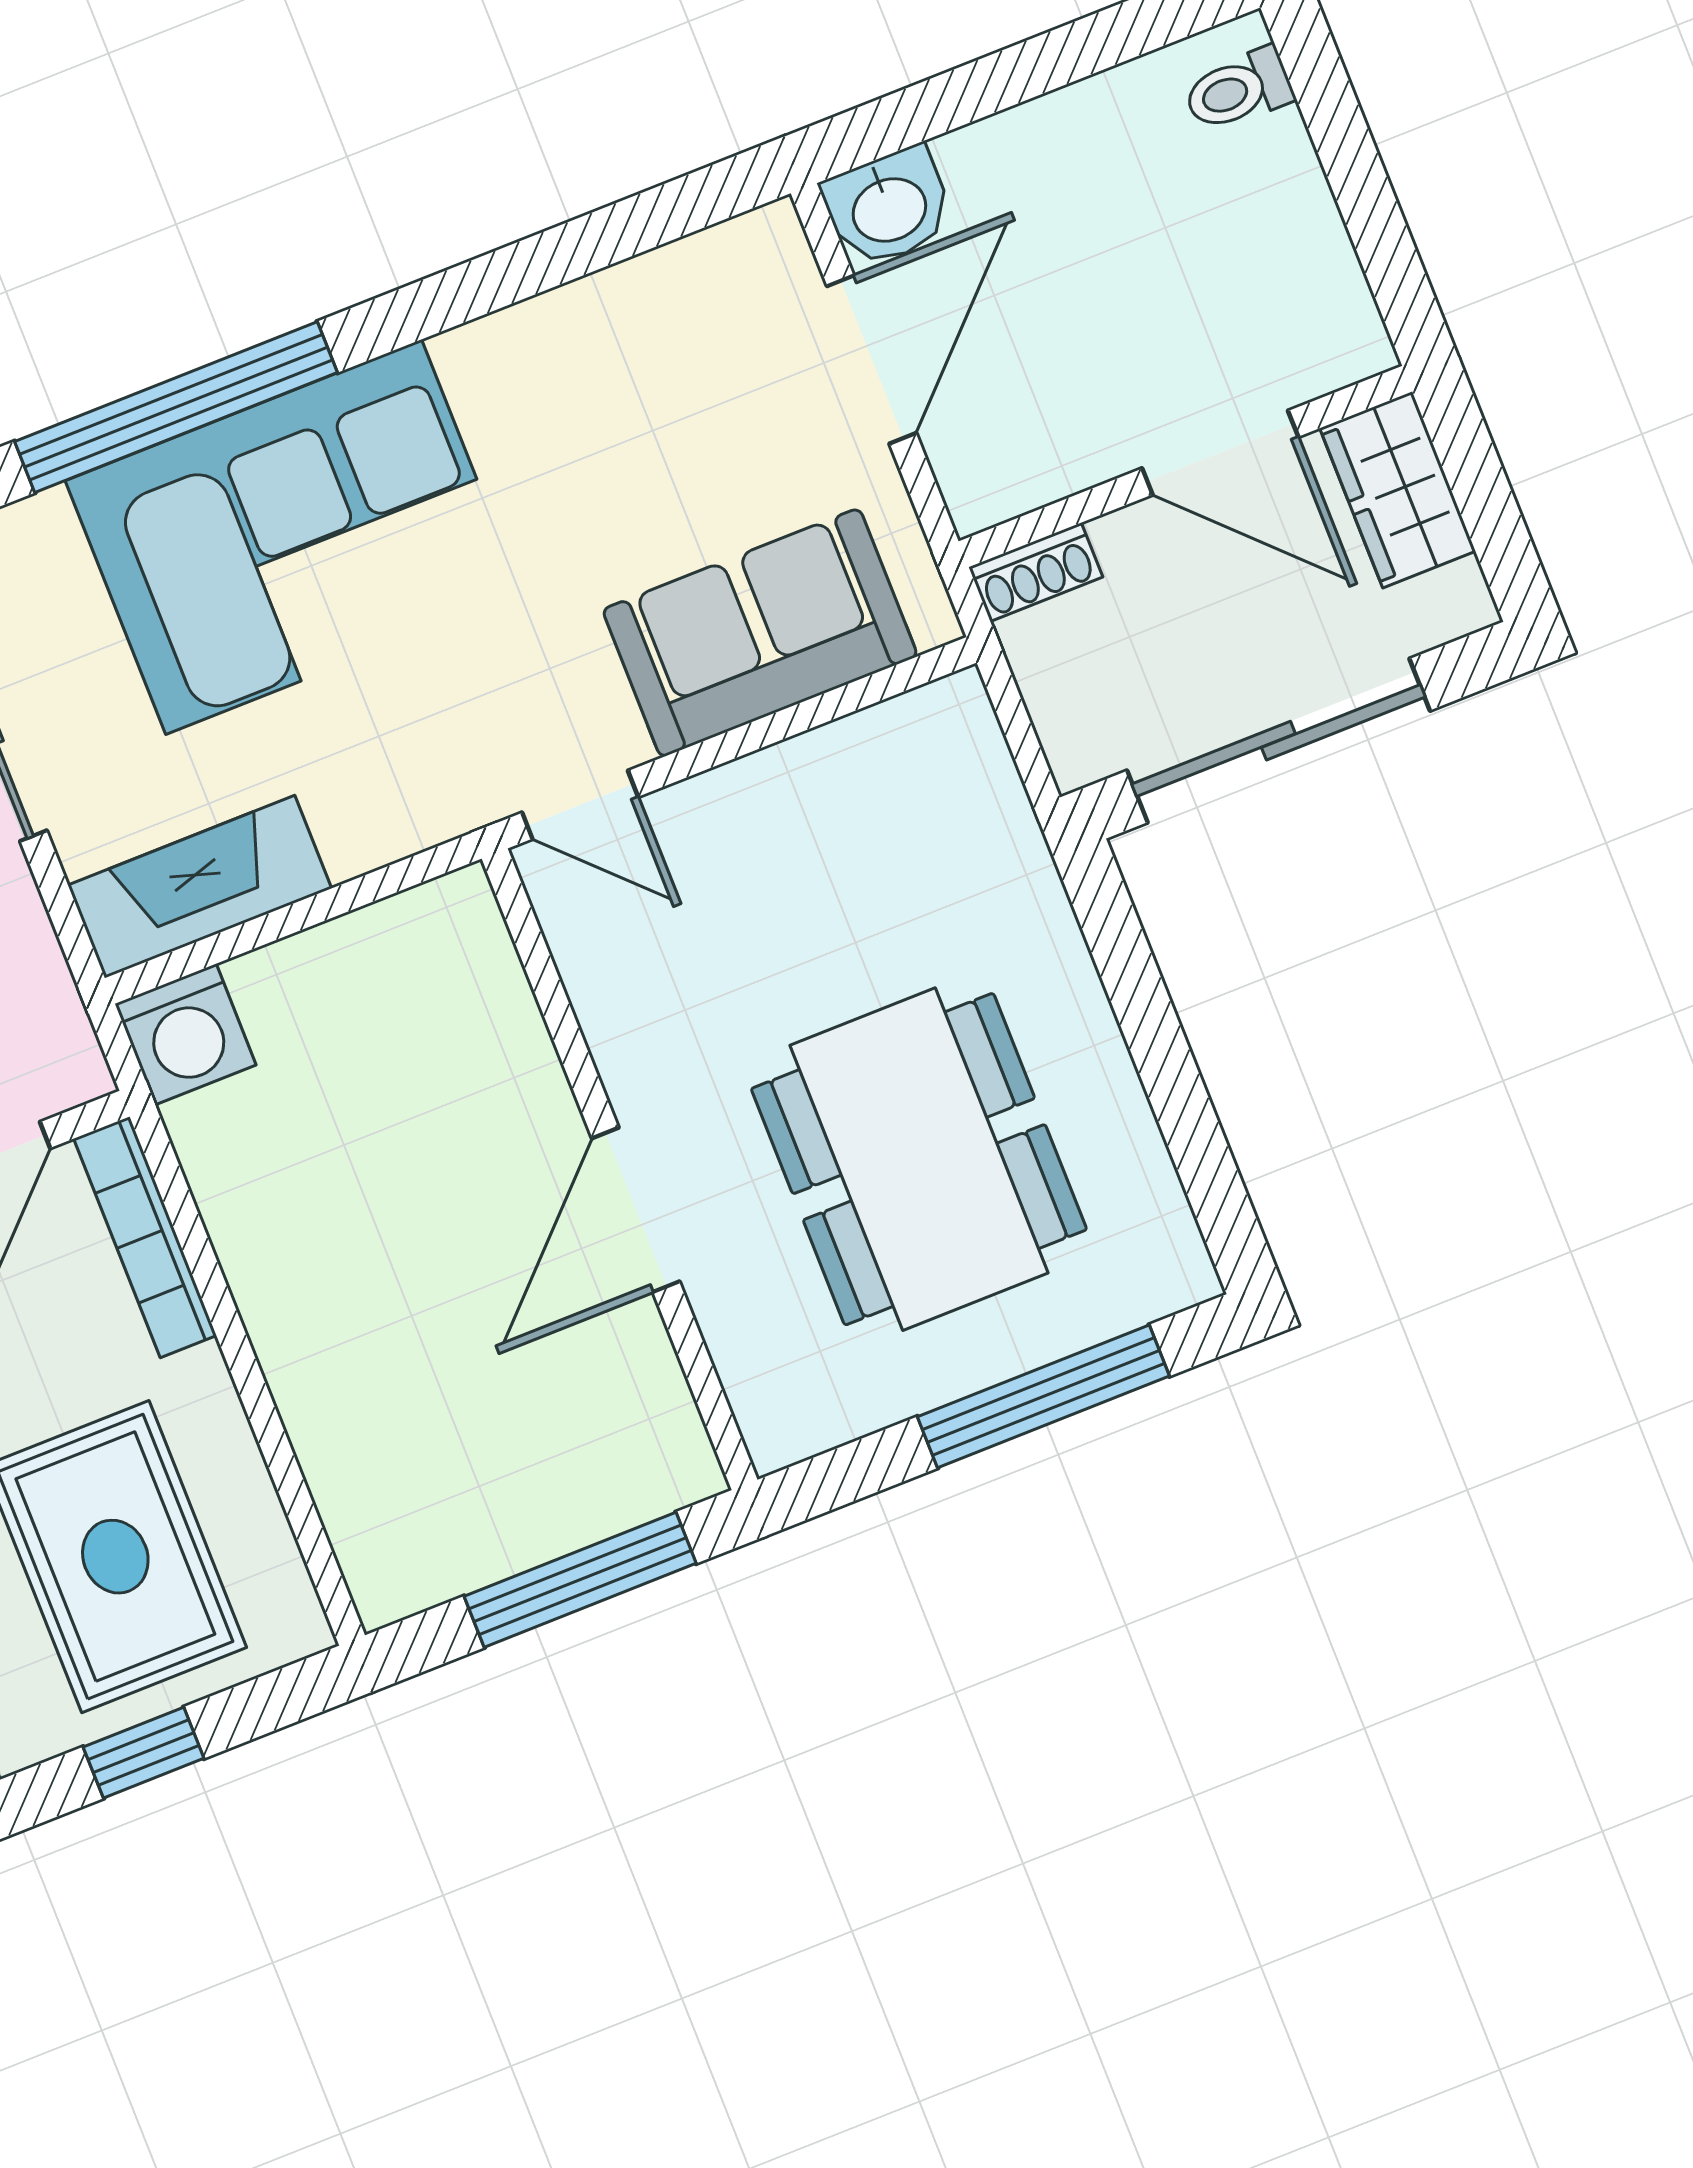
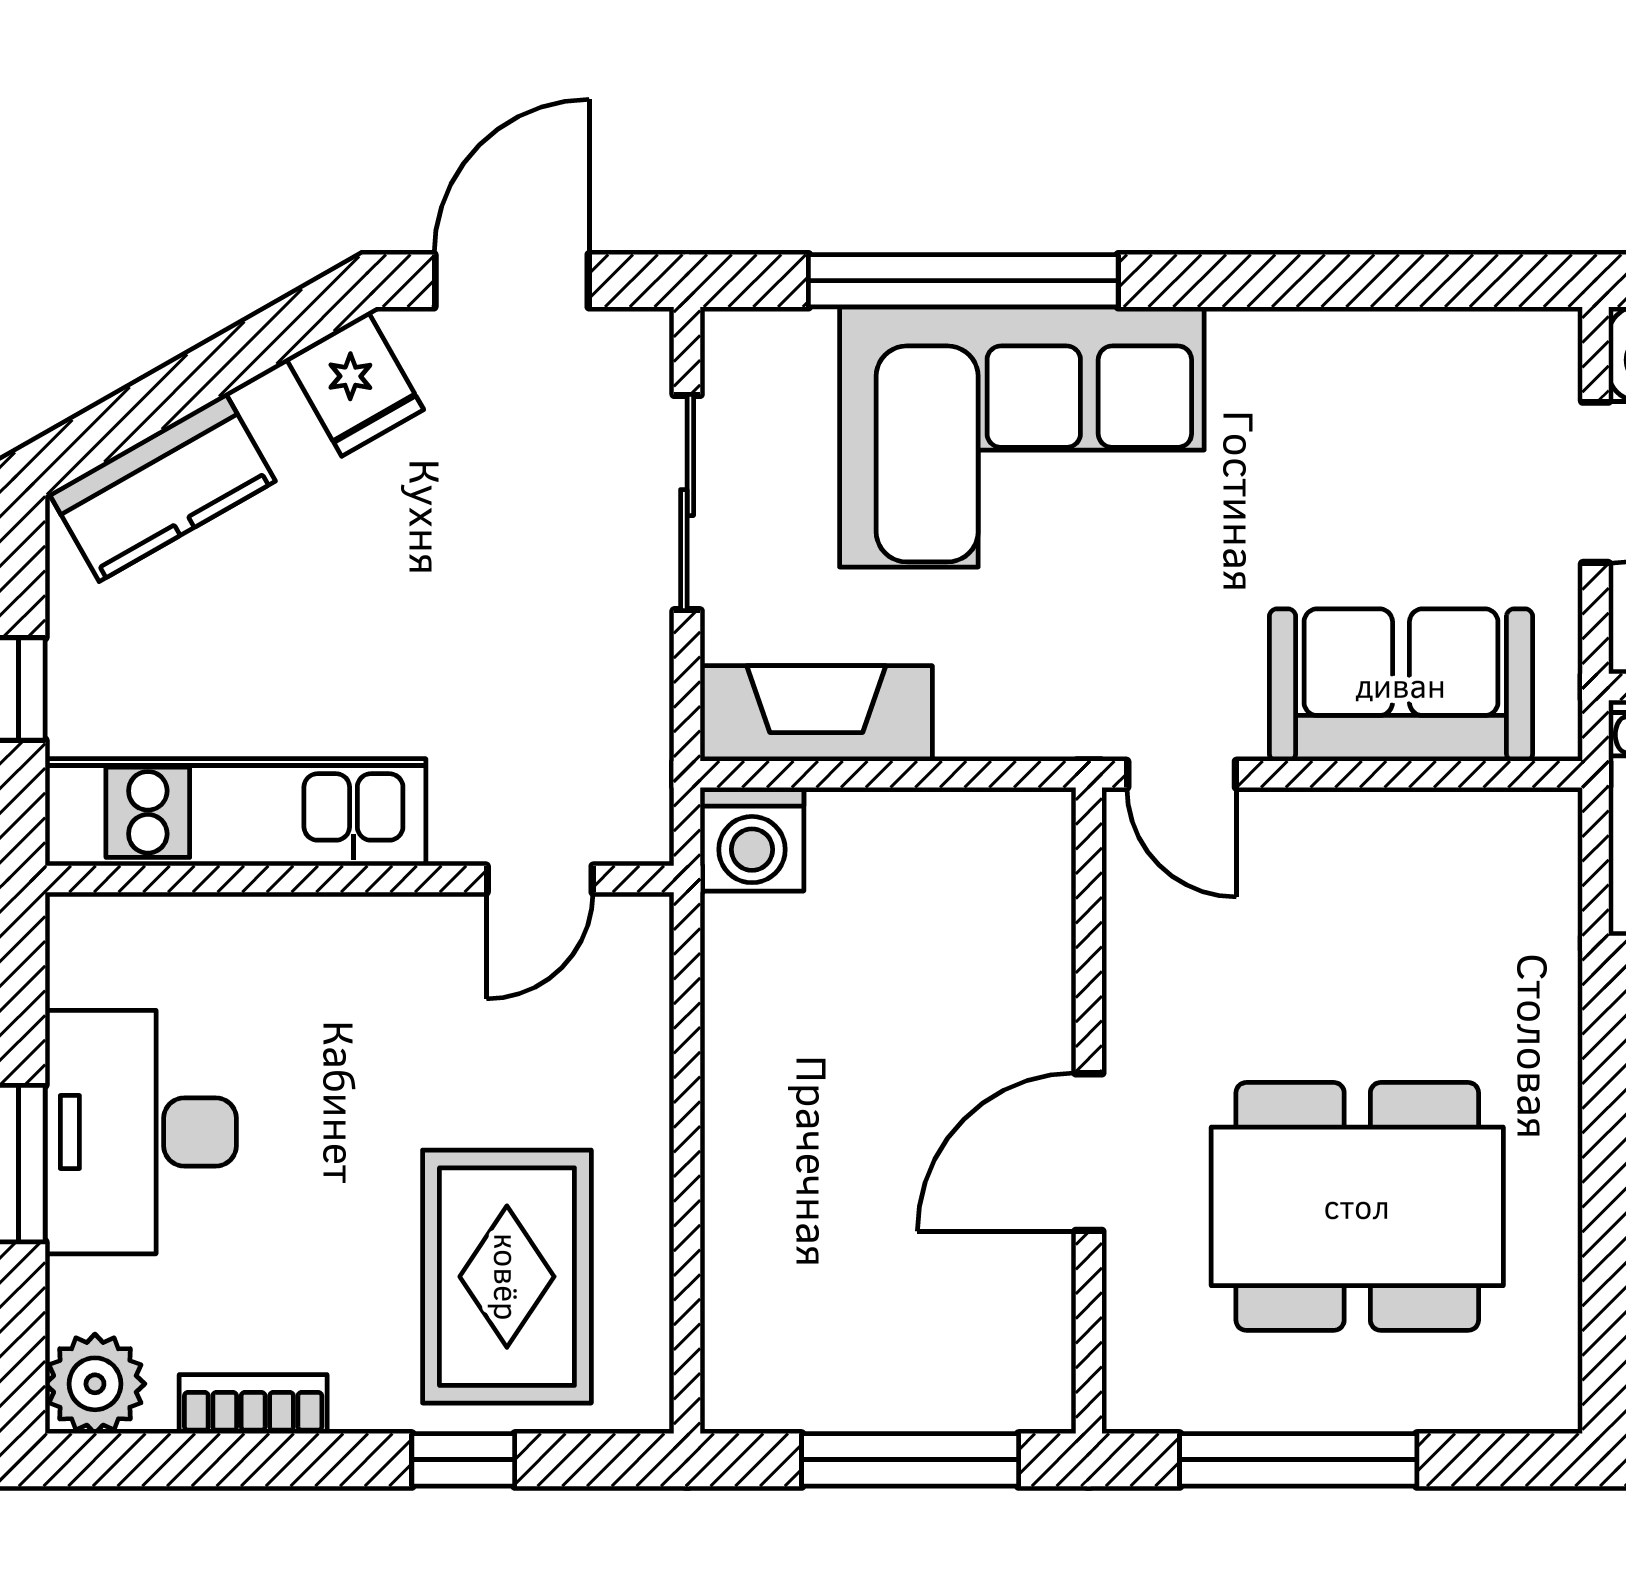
dining table: (919, 1159) -> (1357, 1206), turned 90
bookcase: (145, 1237) -> (645, 1004), removed
window: (1043, 1396) -> (1298, 1460), moved

